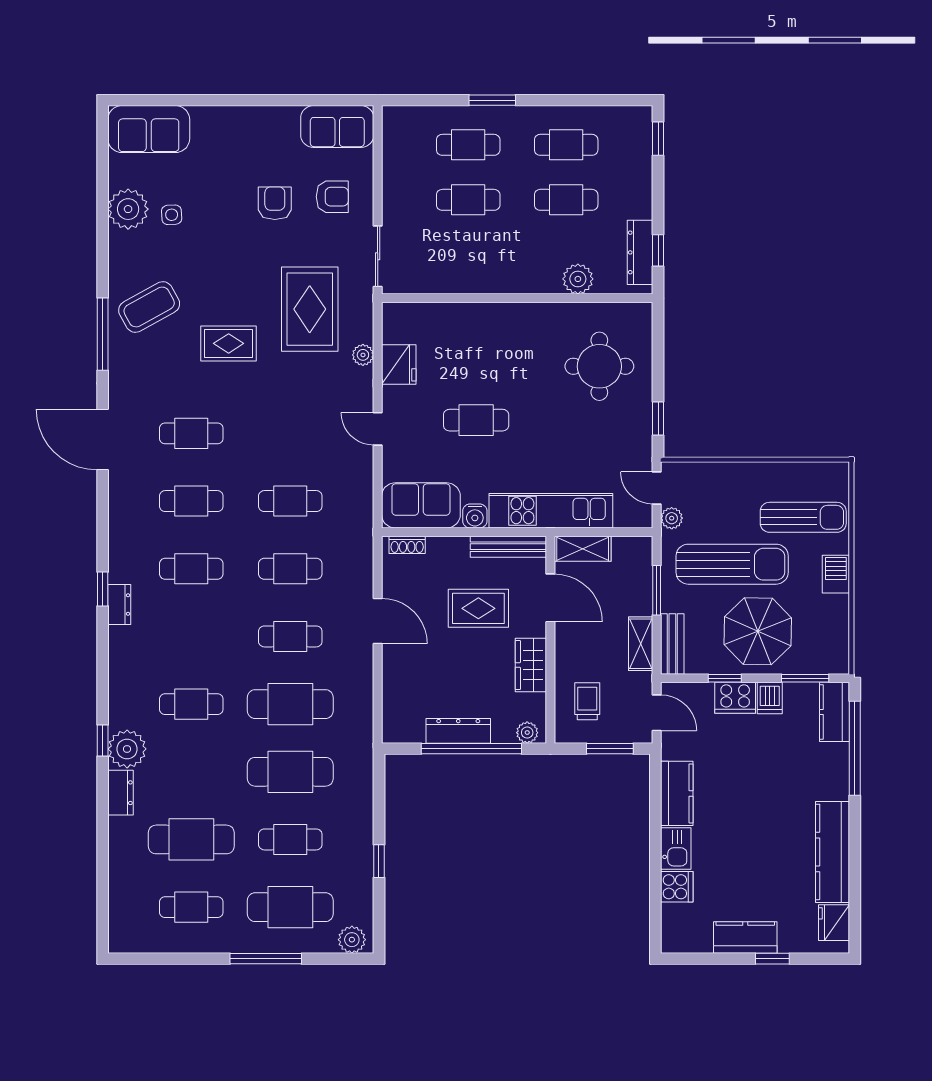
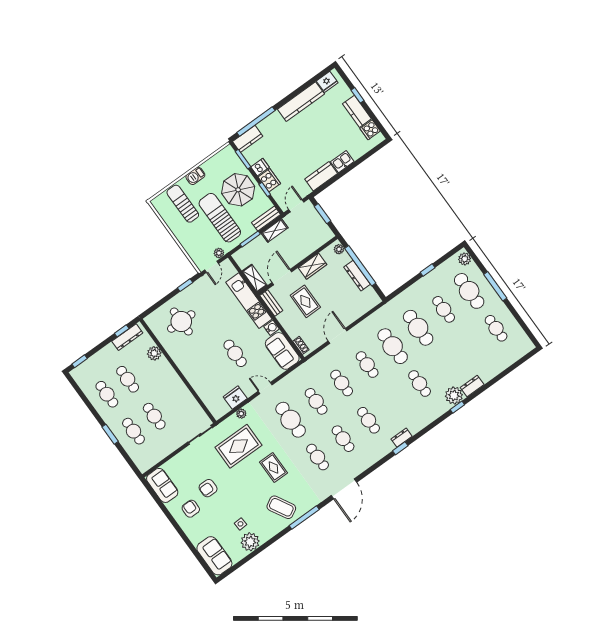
armchair: (332, 197) -> (191, 509), moved
door: (378, 429) -> (265, 388), swing flipped
bench: (508, 547) -> (271, 303), width x0.73
trolley: (587, 701) -> (311, 235), removed
cafe table: (191, 839) -> (291, 420), moved
cooker: (677, 887) -> (370, 130), moved, turned -90

